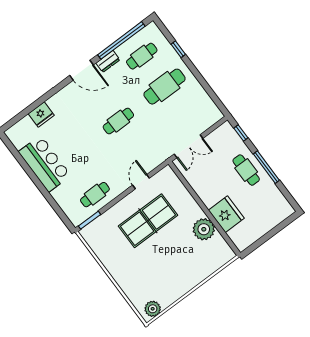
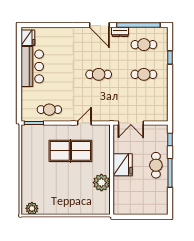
cafe table: (165, 87) -> (144, 74), width x0.73, depth x0.74
fridge: (41, 114) -> (28, 38), moved, turned -90
fridge: (226, 214) -> (123, 165), moved

